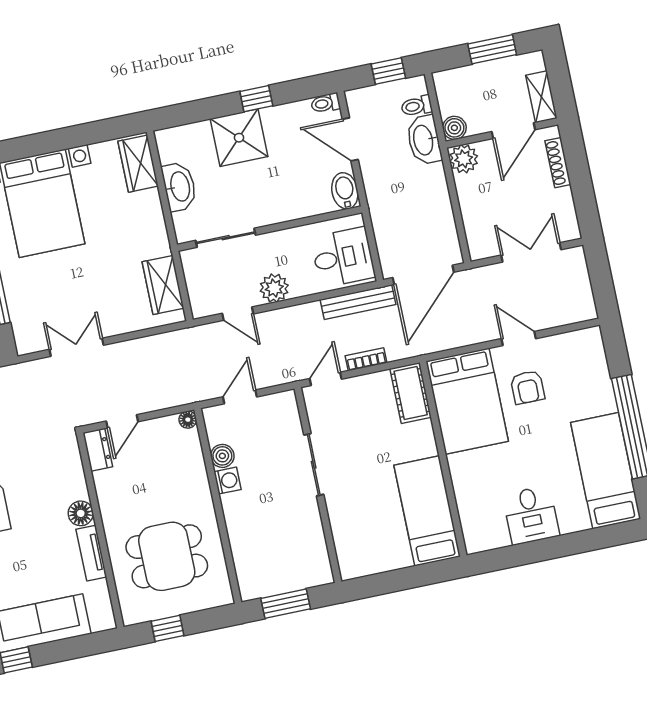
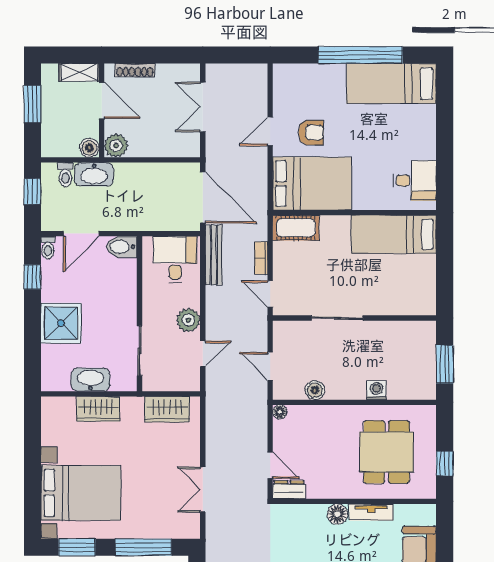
window: (256, 99) -> (32, 277), moved
wardrobe: (138, 164) -> (98, 409), moved
washing machine: (227, 481) -> (377, 390), moved
desk: (531, 515) -> (415, 181), moved

